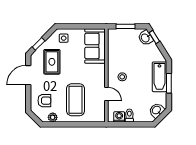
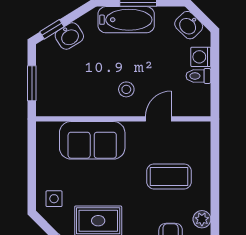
washbasin: (145, 38) -> (69, 36), moved
sofa: (95, 46) -> (92, 140), moved
coffee table: (76, 100) -> (169, 176), width x0.73, depth x0.76
washing machine: (119, 117) -> (201, 57), moved

